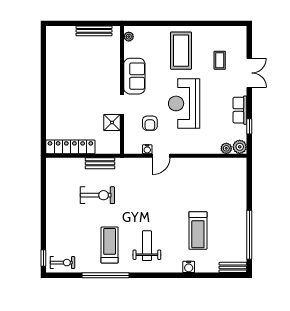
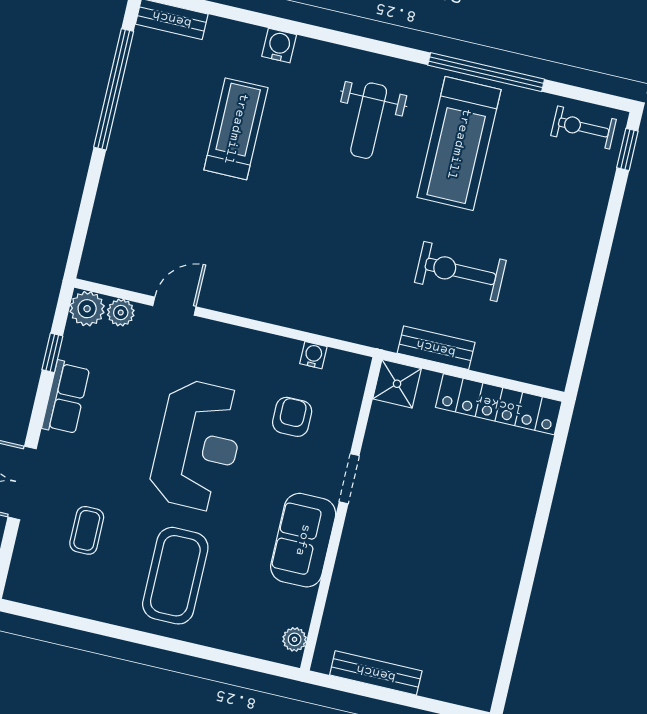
shower: (112, 122) -> (397, 384), moved
door: (161, 156) -> (174, 306), moved
treadmill: (110, 245) -> (459, 144), width x1.37, depth x1.38

